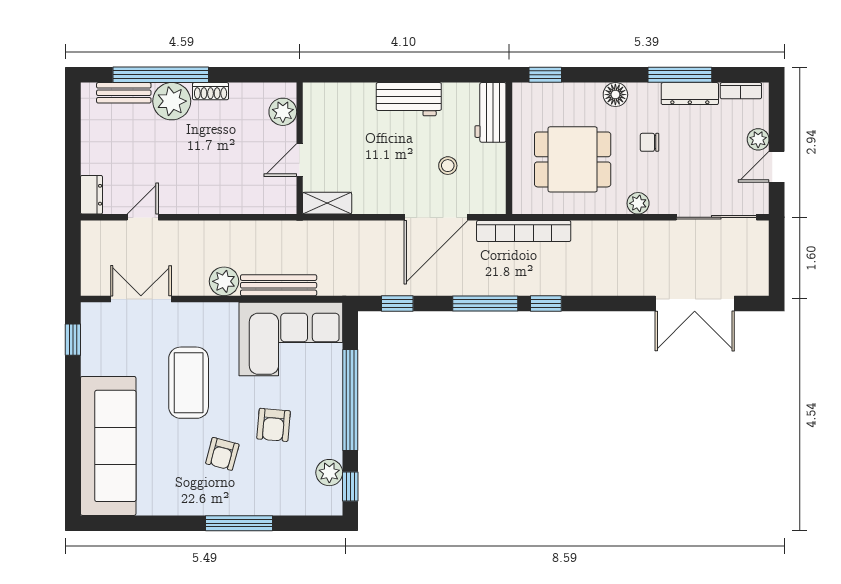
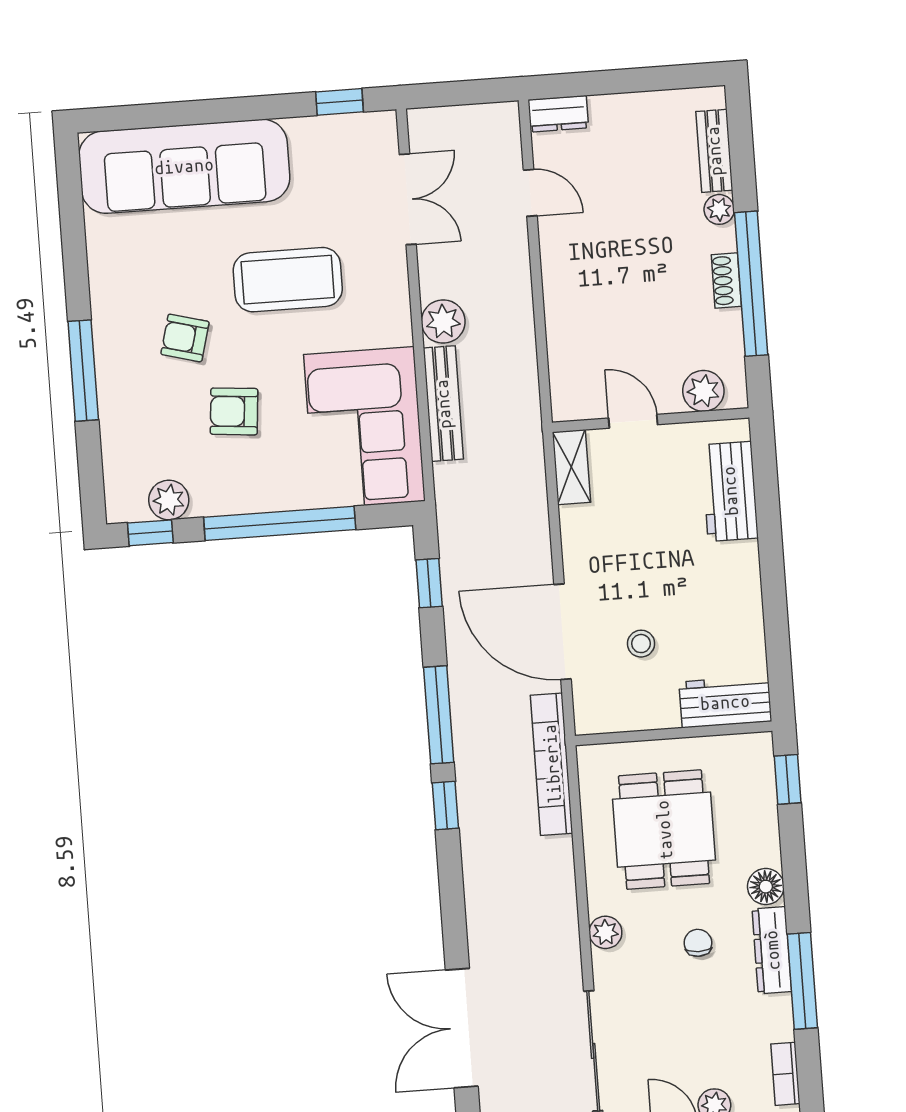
window: (161, 75) -> (751, 284), moved
dresser: (690, 94) -> (772, 950), moved
workbench: (409, 99) -> (730, 491), moved
plant: (172, 101) -> (719, 209), width x0.53, depth x0.53

